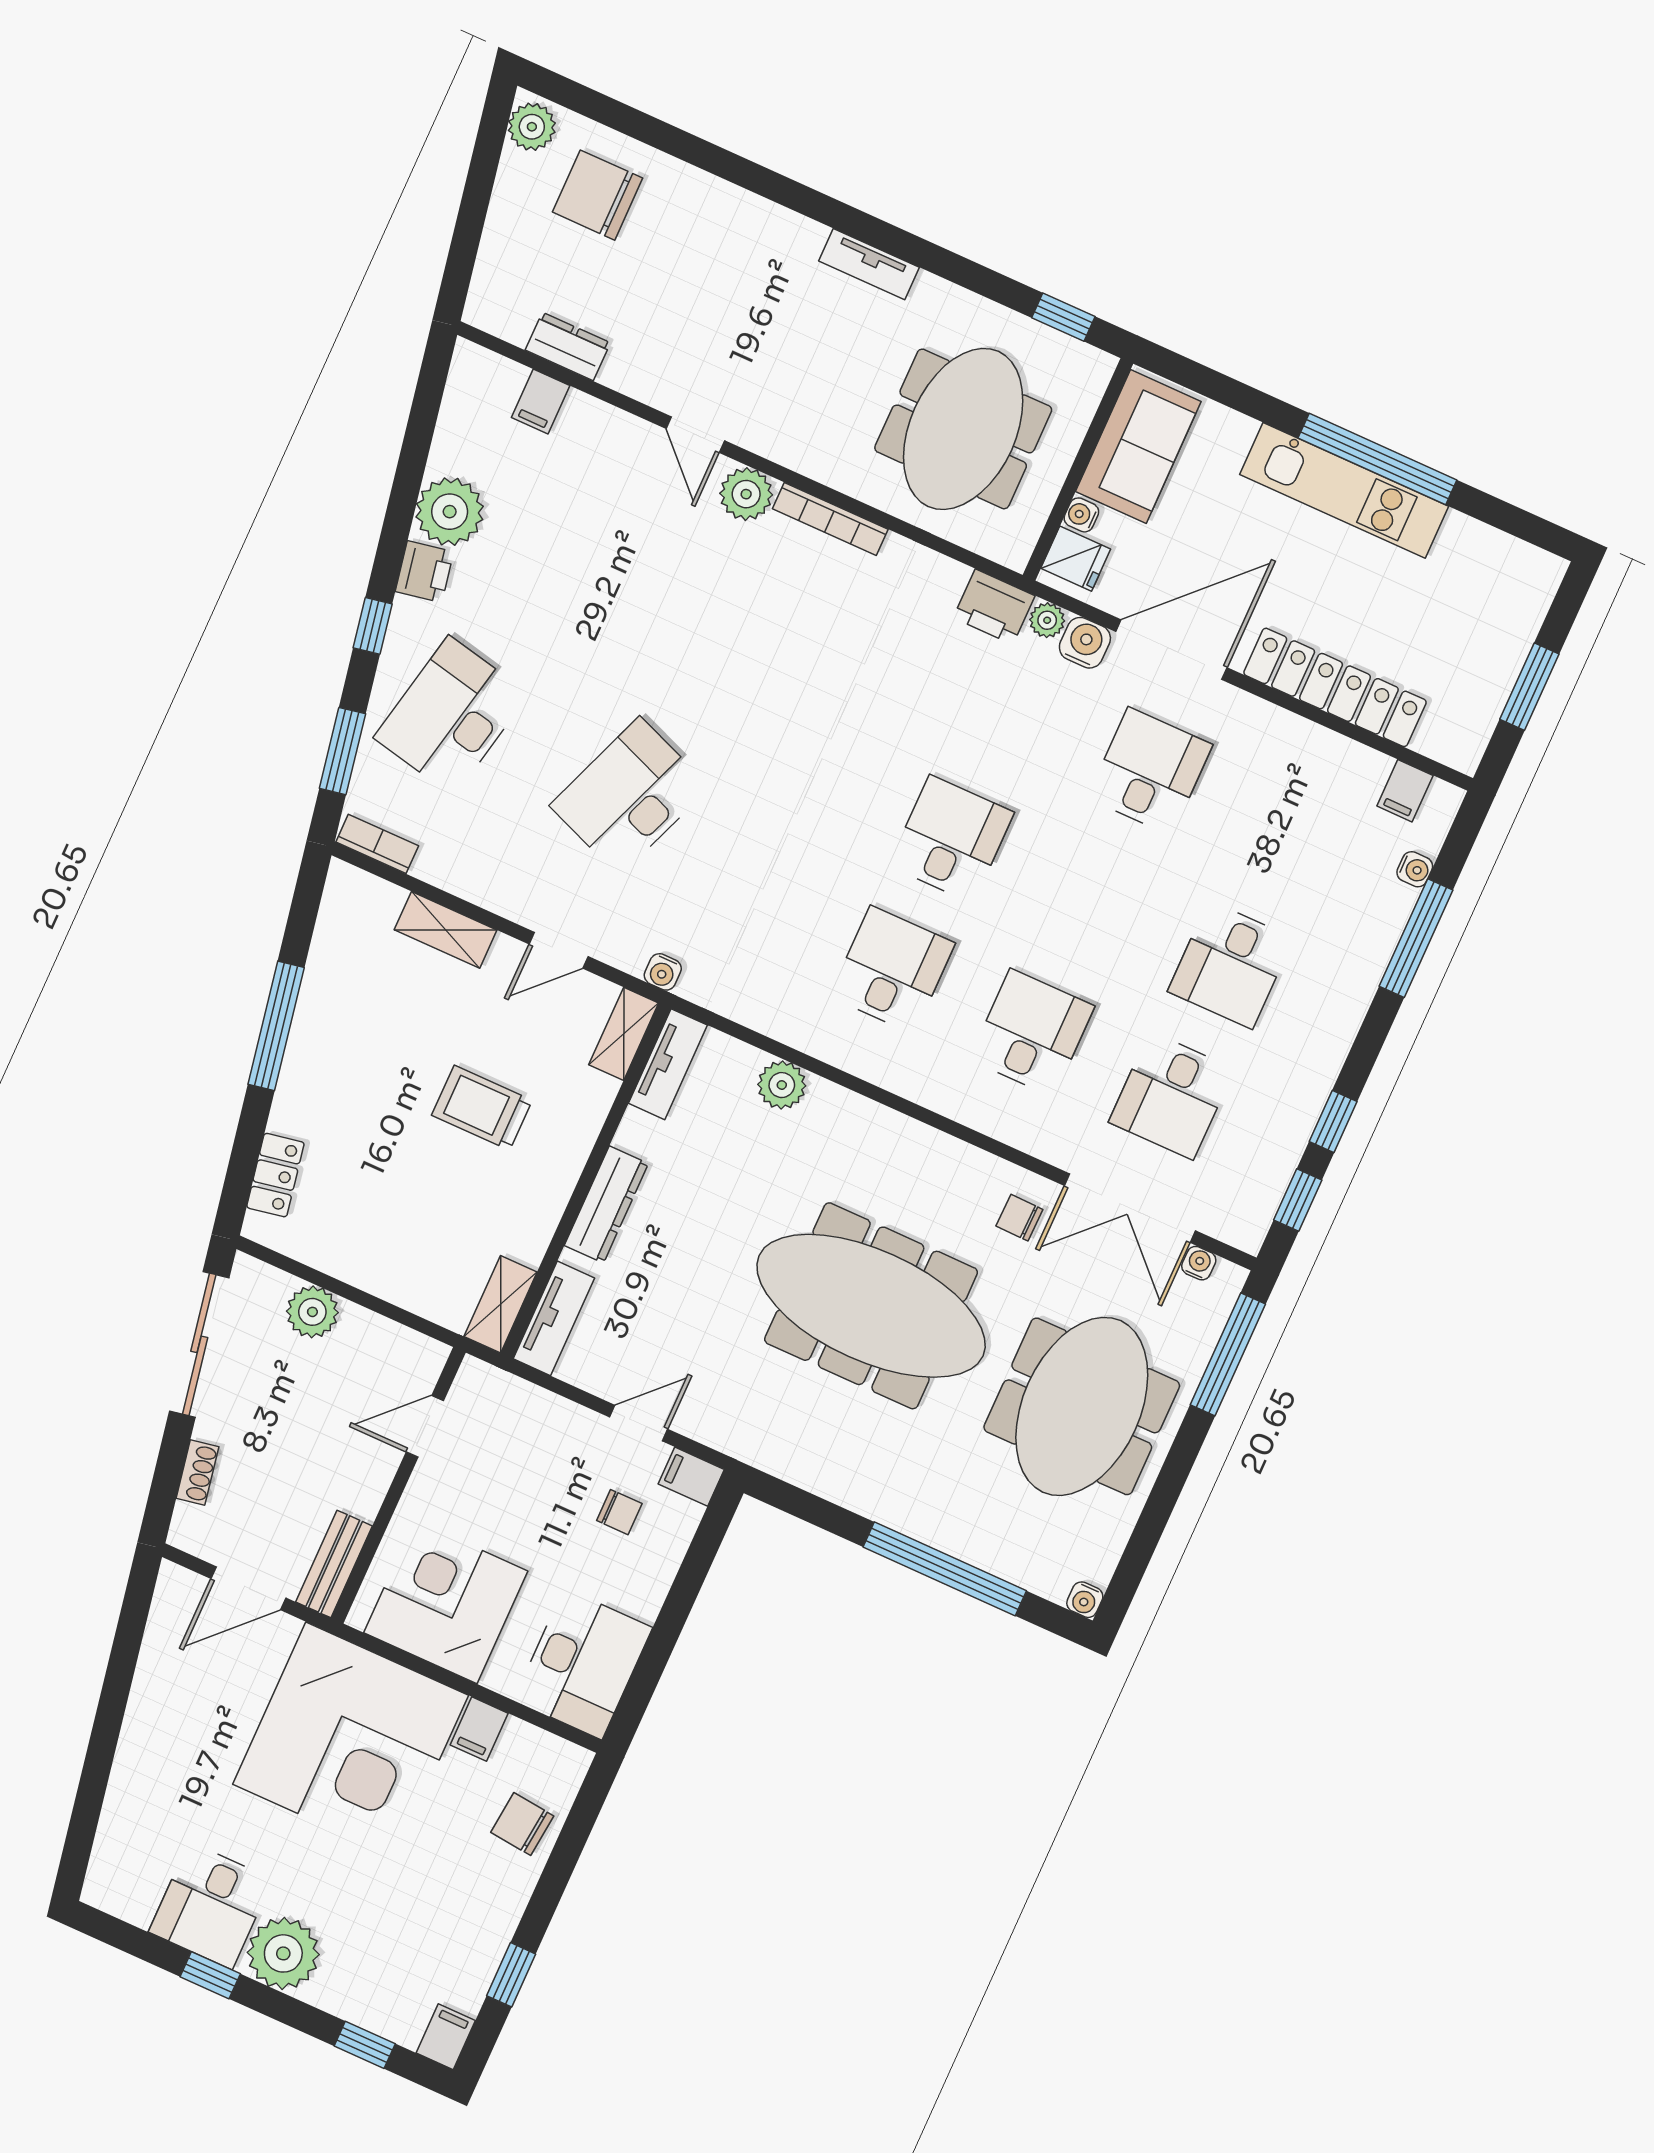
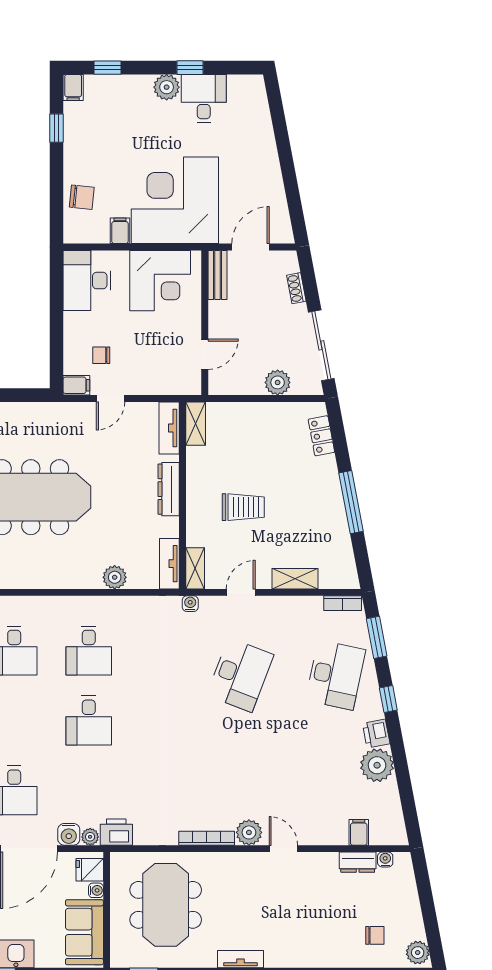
chair: (598, 195) -> (375, 935), width x0.54, depth x0.54
water cooler: (514, 328) -> (385, 860), added
plant: (283, 1953) -> (167, 87), width x0.73, depth x0.73

